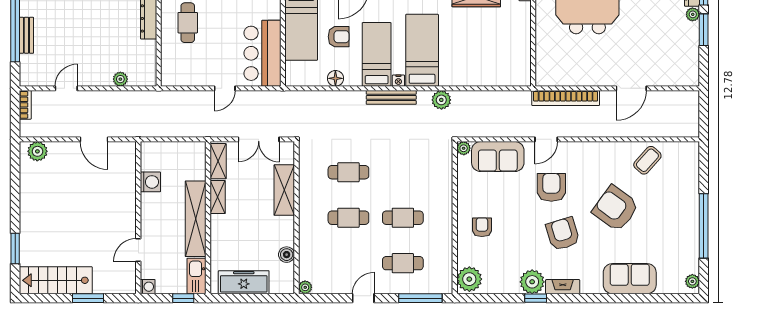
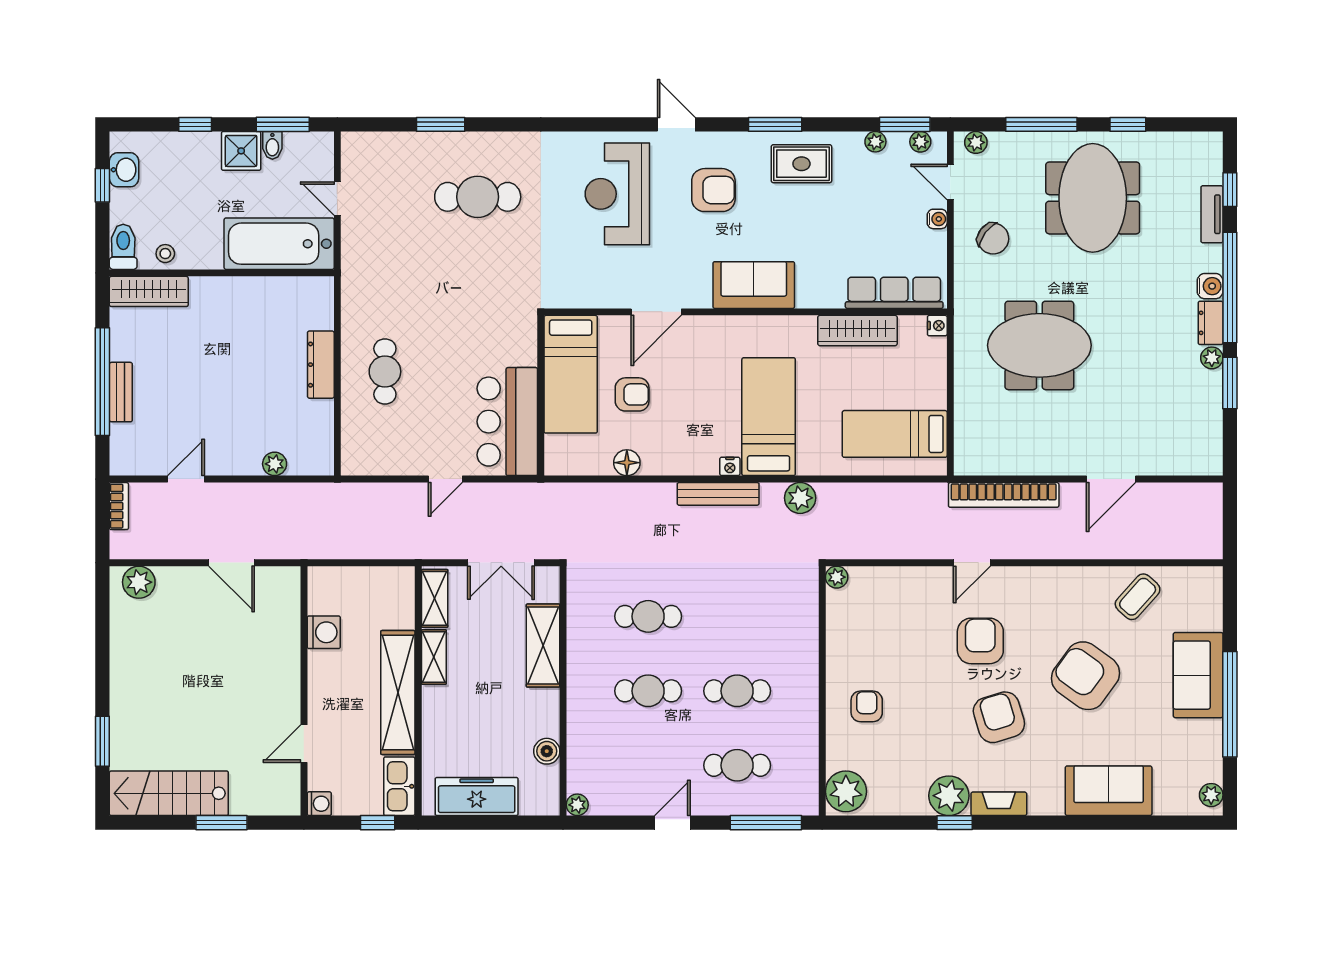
bed: (377, 54) -> (895, 434), moved, turned -90
sofa: (498, 157) -> (1198, 675), moved, turned 90

